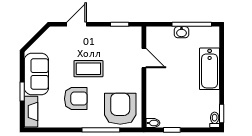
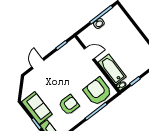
coffee table: (88, 69) -> (63, 83), removed
bathtub: (210, 69) -> (112, 69), moved, turned 180

